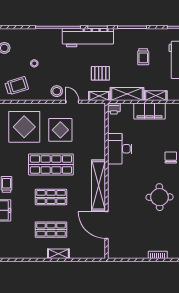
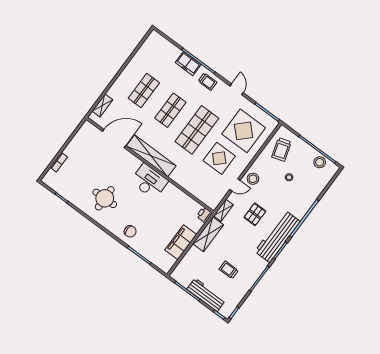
pallet: (100, 73) -> (255, 214), moved
shelving: (156, 96) -> (189, 257), removed
desk: (120, 149) -> (149, 181), moved
shelving: (58, 254) -> (102, 105), moved

